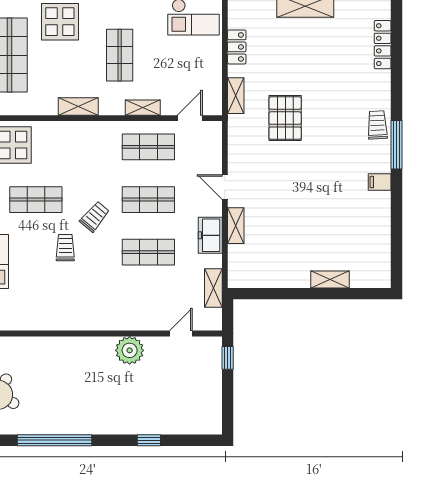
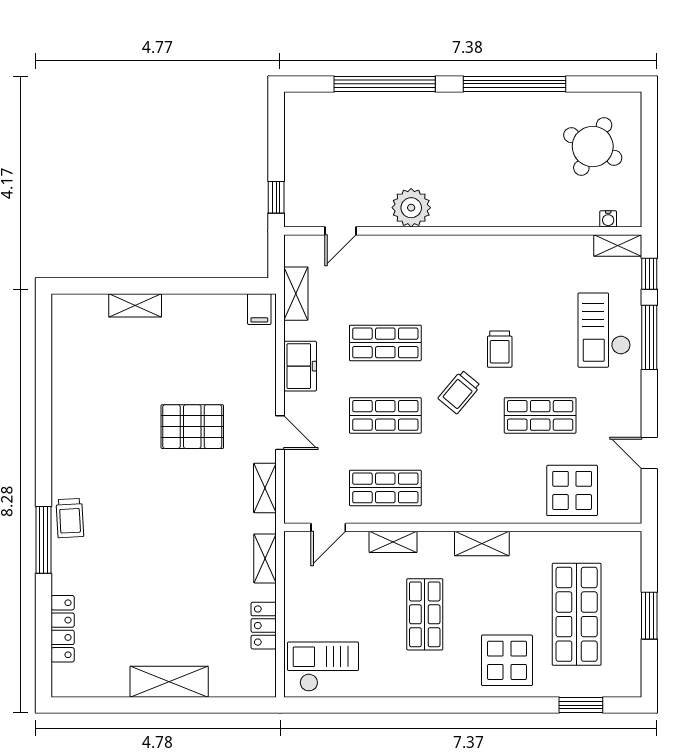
pallet: (285, 118) -> (192, 427), moved, turned 90
window: (397, 145) -> (44, 540), moved
filing cabinet: (380, 182) -> (259, 309), moved, turned 90
shelving: (236, 226) -> (265, 488), moved
window: (149, 440) -> (385, 84), width x3.17

